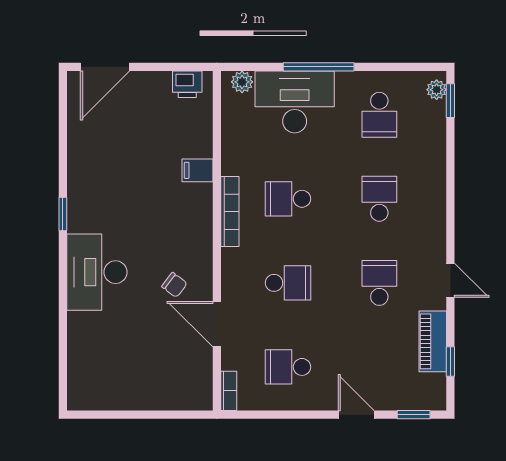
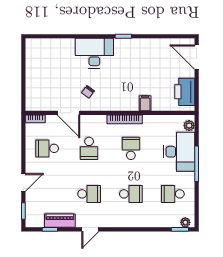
printer: (187, 84) -> (185, 92), width x1.87, depth x1.48
door: (217, 324) -> (69, 113), swing flipped
school desk: (288, 367) -> (47, 148), turned -90

